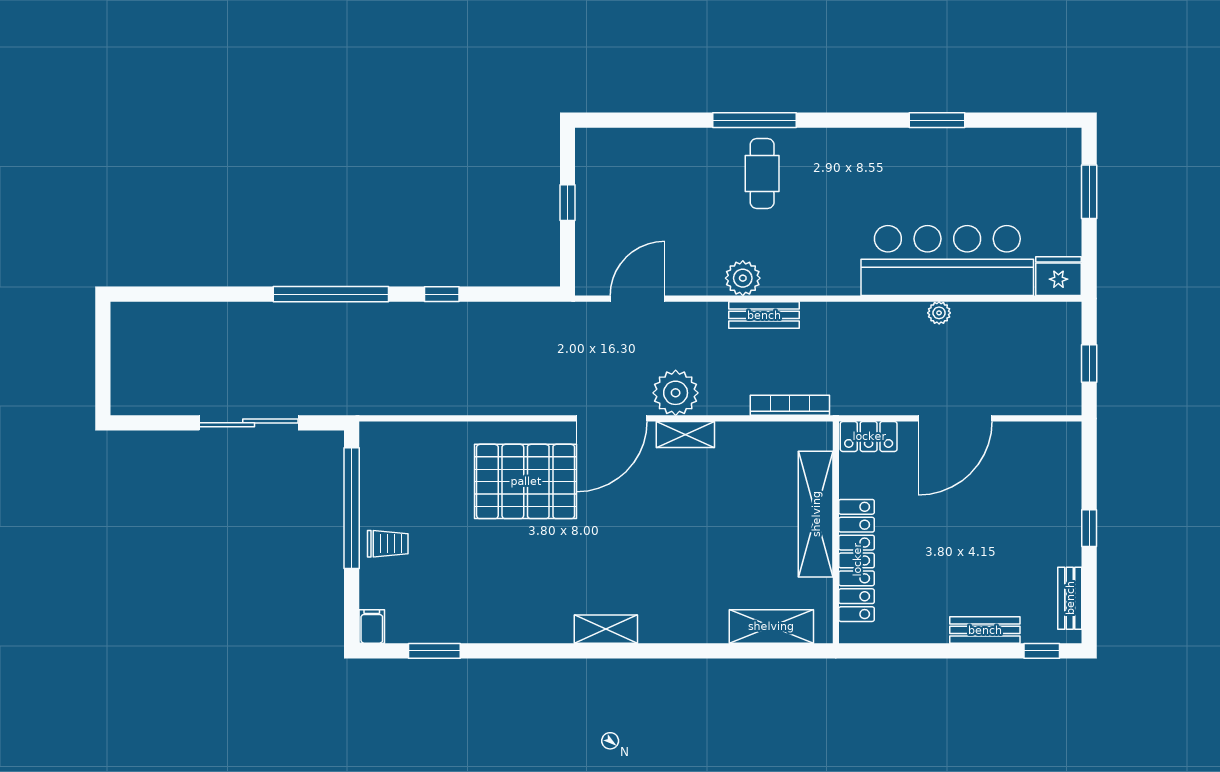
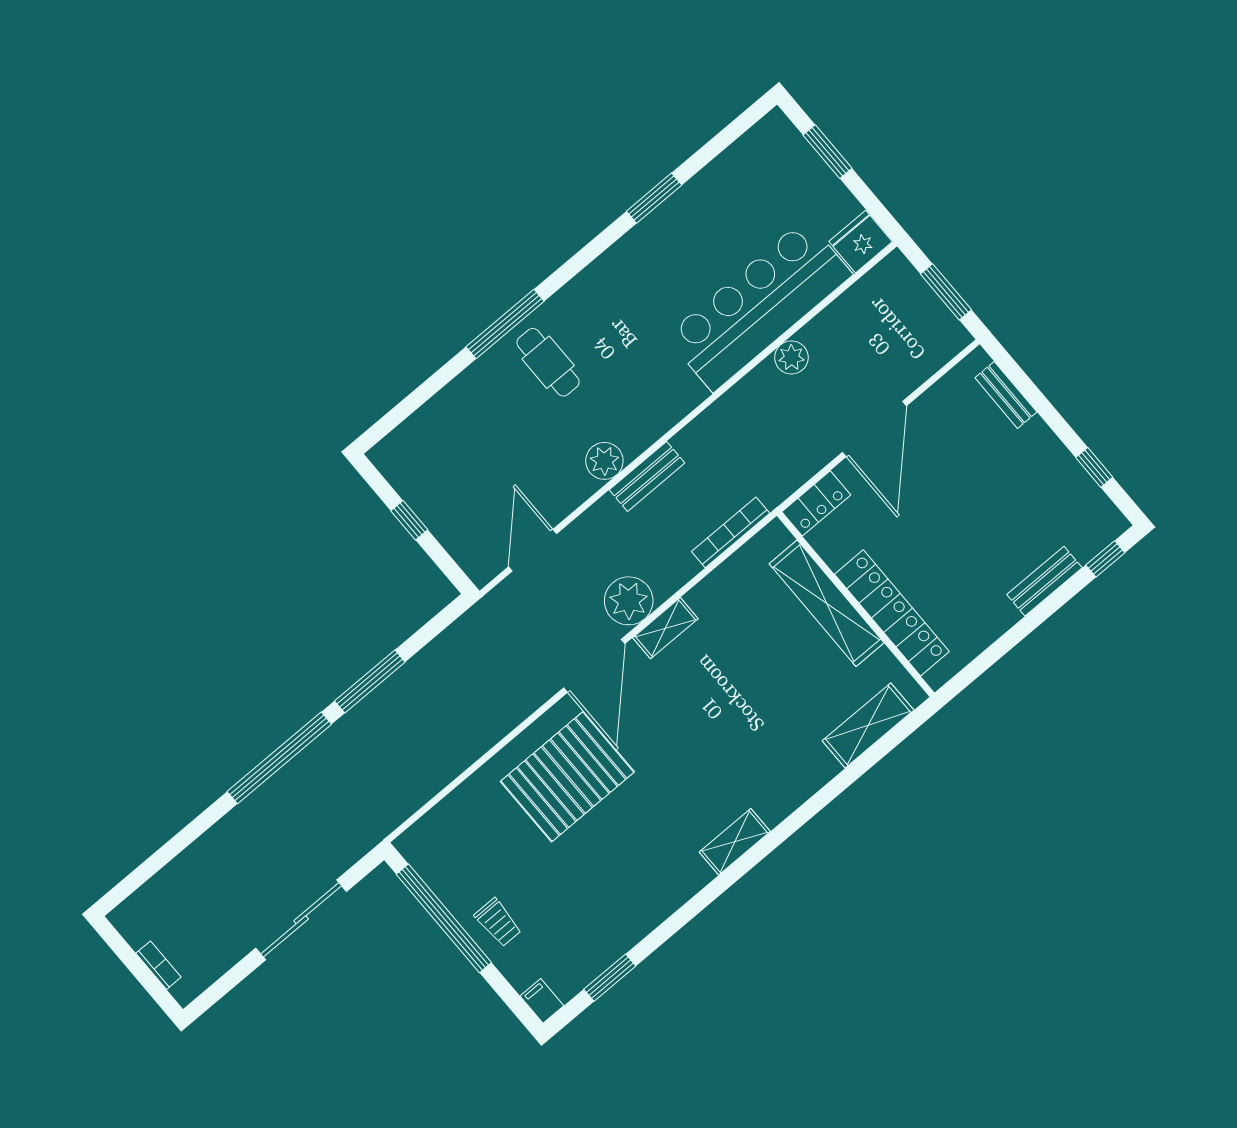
window: (442, 294) -> (370, 681), width x2.17
plant: (939, 313) -> (791, 357), width x1.38, depth x1.38
window: (1089, 364) -> (946, 292), width x1.50
bookcase: (119, 369) -> (158, 965), added
window: (1089, 528) -> (1094, 467), moved
trolley: (388, 544) -> (498, 922), turned 90
bench: (1070, 598) -> (1006, 395), moved

